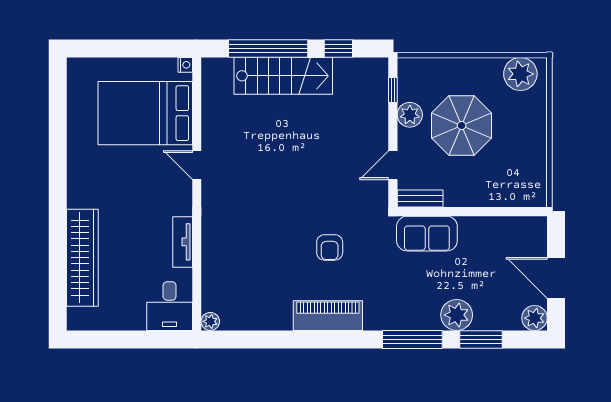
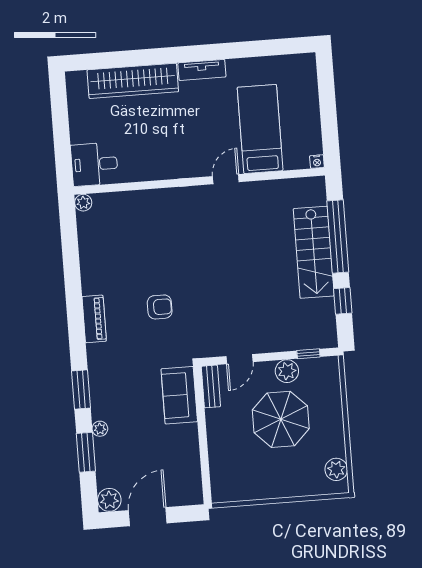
plant: (520, 74) -> (336, 469), width x0.73, depth x0.73
bed: (145, 113) -> (260, 129), width x0.67
door: (393, 165) -> (239, 359), swing flipped
tv unit: (183, 242) -> (202, 70), moved, turned 180
armchair: (330, 247) -> (160, 307), turned 180
plant: (457, 315) -> (100, 429), width x0.53, depth x0.53
piano: (328, 316) -> (94, 319), width x0.73, depth x0.75
window: (412, 339) -> (81, 389), width x0.69

